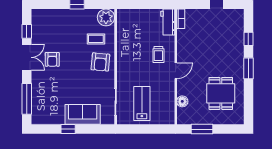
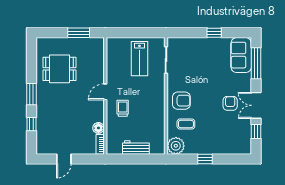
workbench: (168, 22) -> (136, 147), moved, turned -90
armchair: (100, 62) -> (181, 101), turned 85
dining table: (221, 93) -> (60, 69), turned 90
floor lamp: (182, 101) -> (98, 128), moved
sofa: (83, 114) -> (241, 55), moved, turned 90

